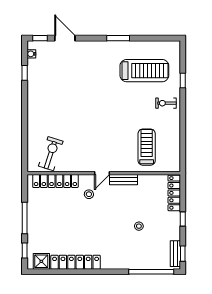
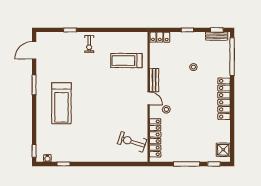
door: (65, 38) -> (34, 50), moved
treadmill: (144, 71) -> (61, 103), moved, turned 180
locker: (174, 193) -> (160, 37), width x0.66
locker: (76, 262) -> (224, 99), moved

